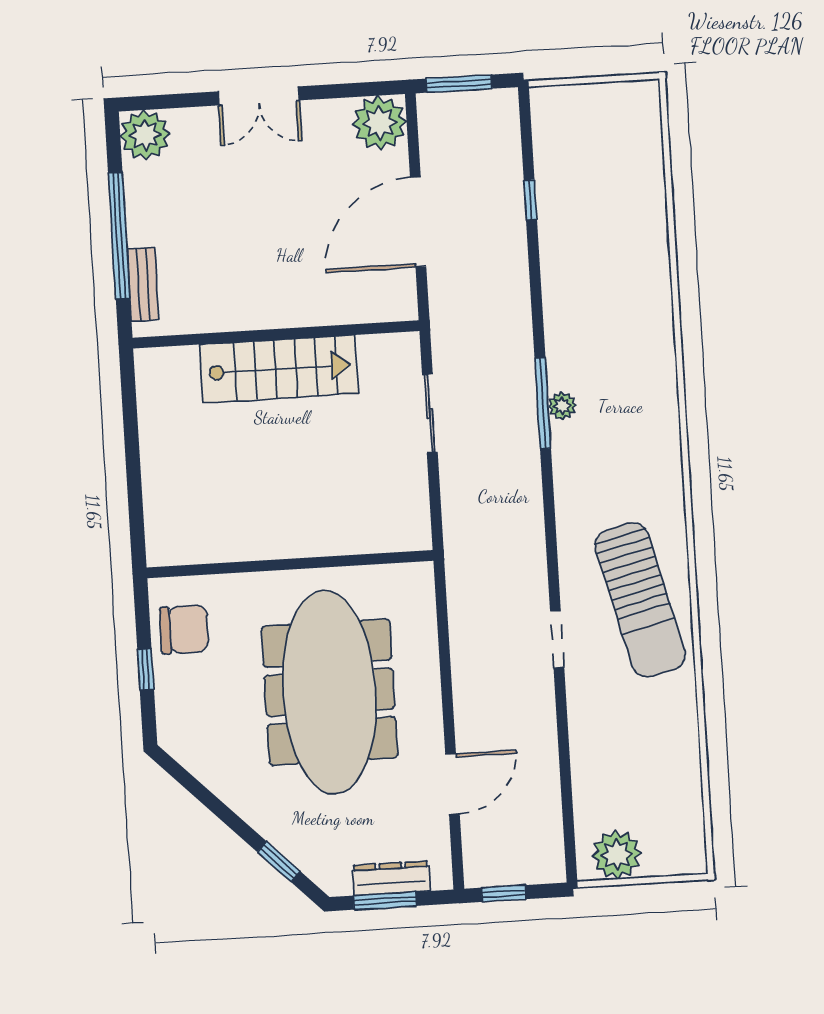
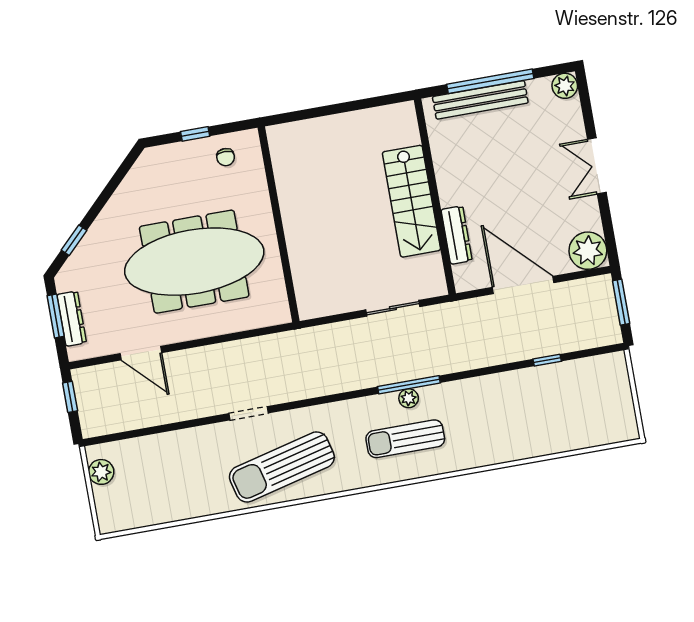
plant: (145, 135) -> (565, 86), width x0.73, depth x0.73
bench: (143, 284) -> (480, 100), width x1.86, depth x1.21
dresser: (335, 309) -> (457, 235), added
sun lounger: (620, 417) -> (405, 439), added
chair: (184, 629) -> (226, 157), width x0.54, depth x0.54
plant: (617, 855) -> (101, 472), width x0.73, depth x0.73

